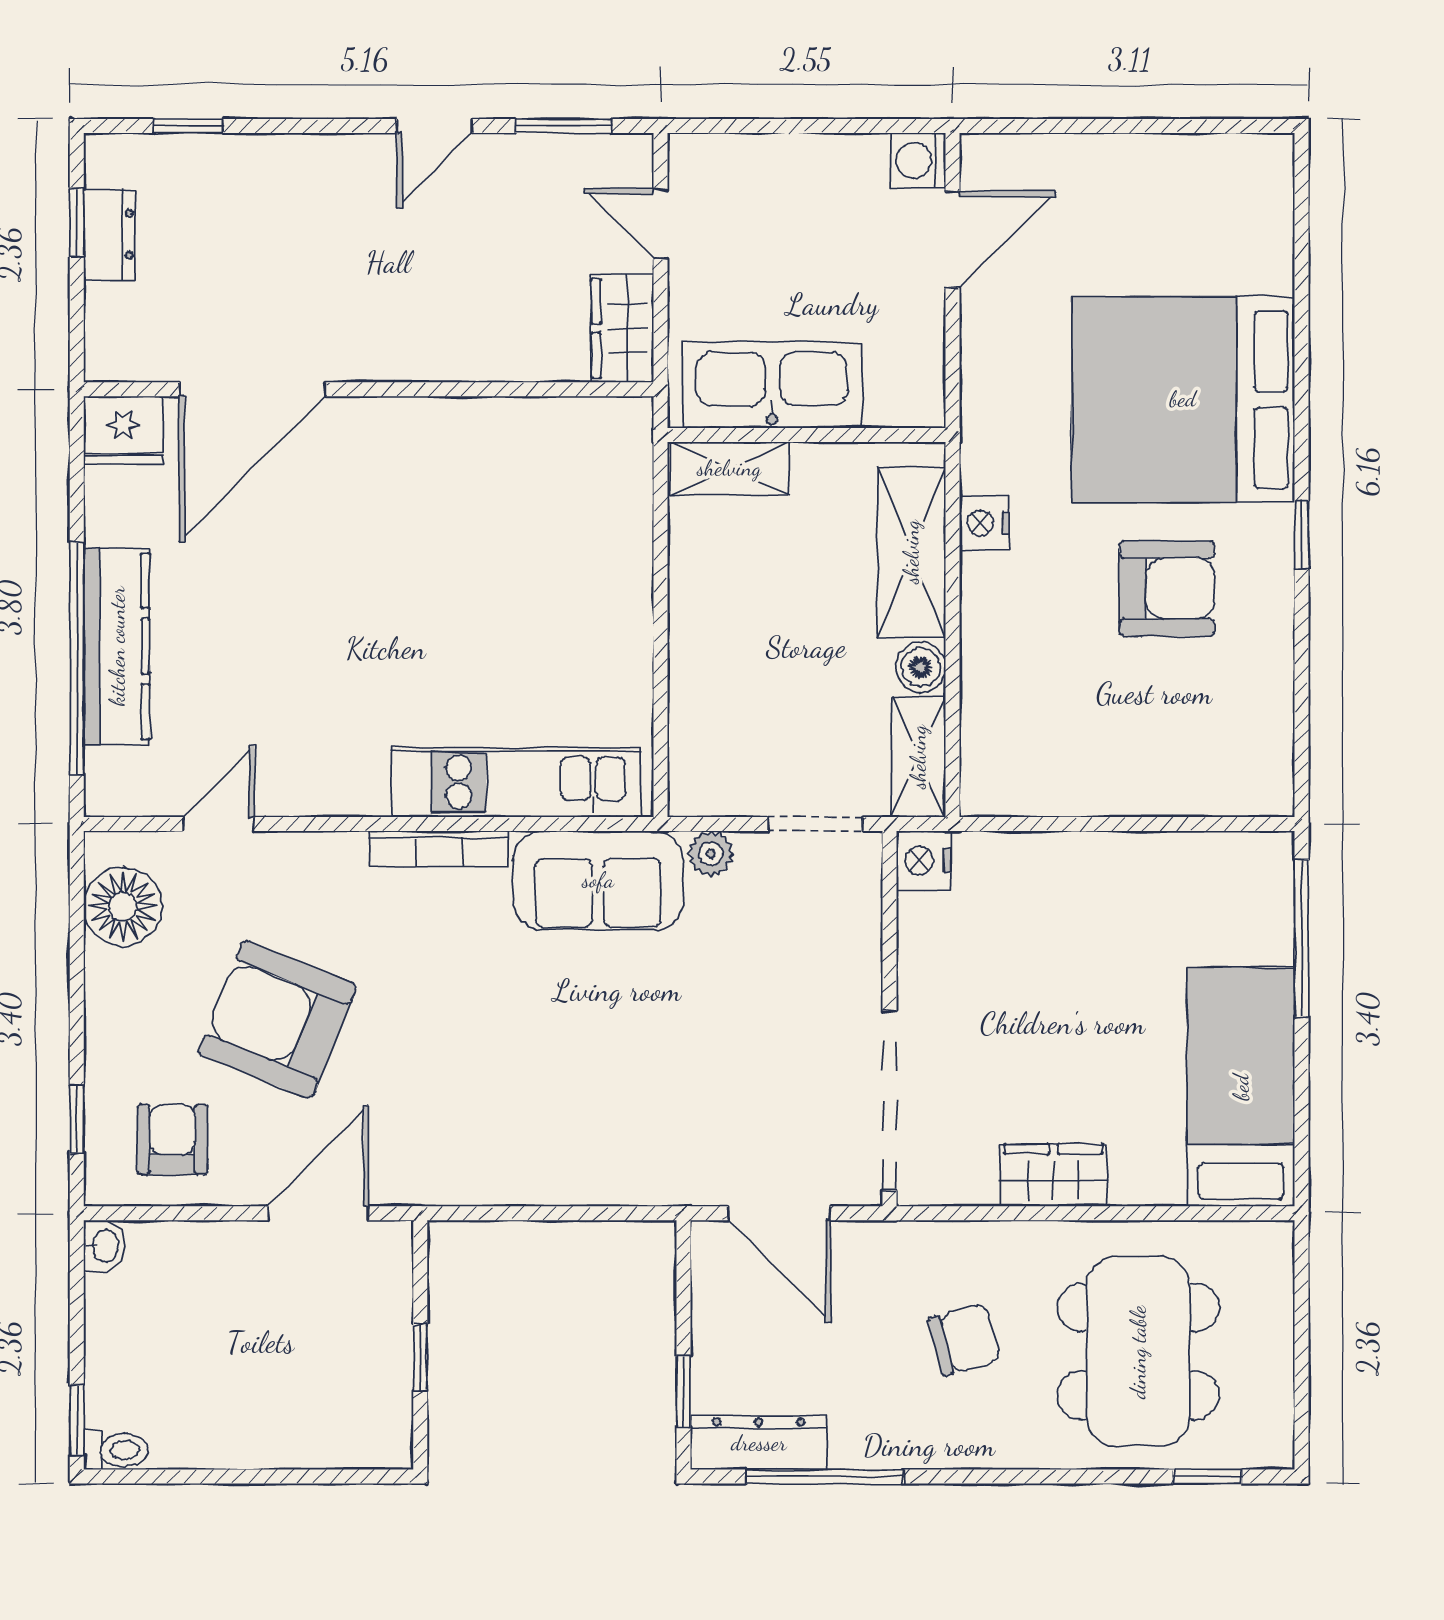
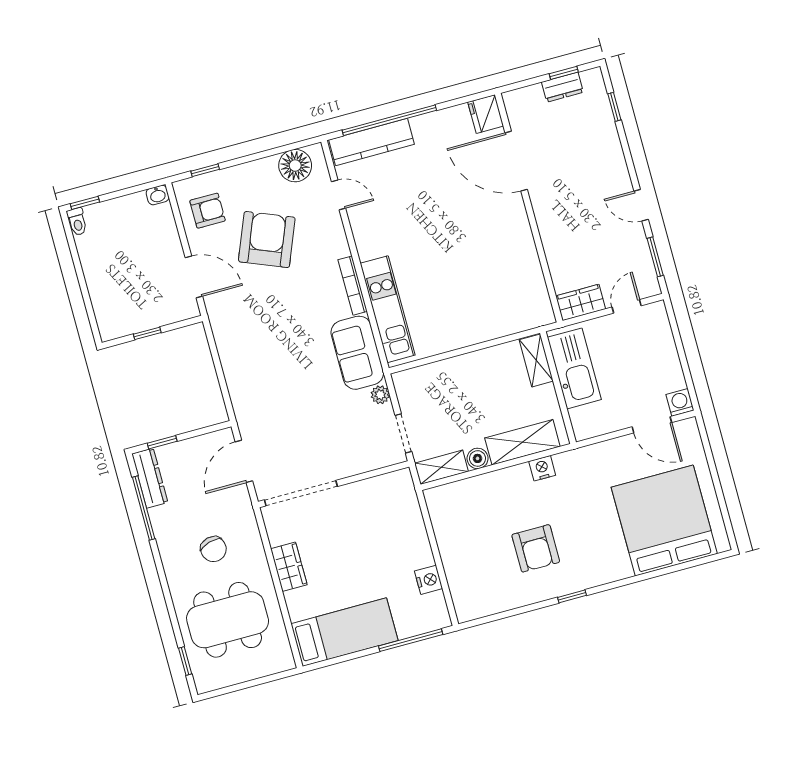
bed: (1183, 399) -> (664, 520), moved
kitchen counter: (117, 646) -> (372, 142), moved
nightstand: (924, 861) -> (428, 580), moved, turned 90

